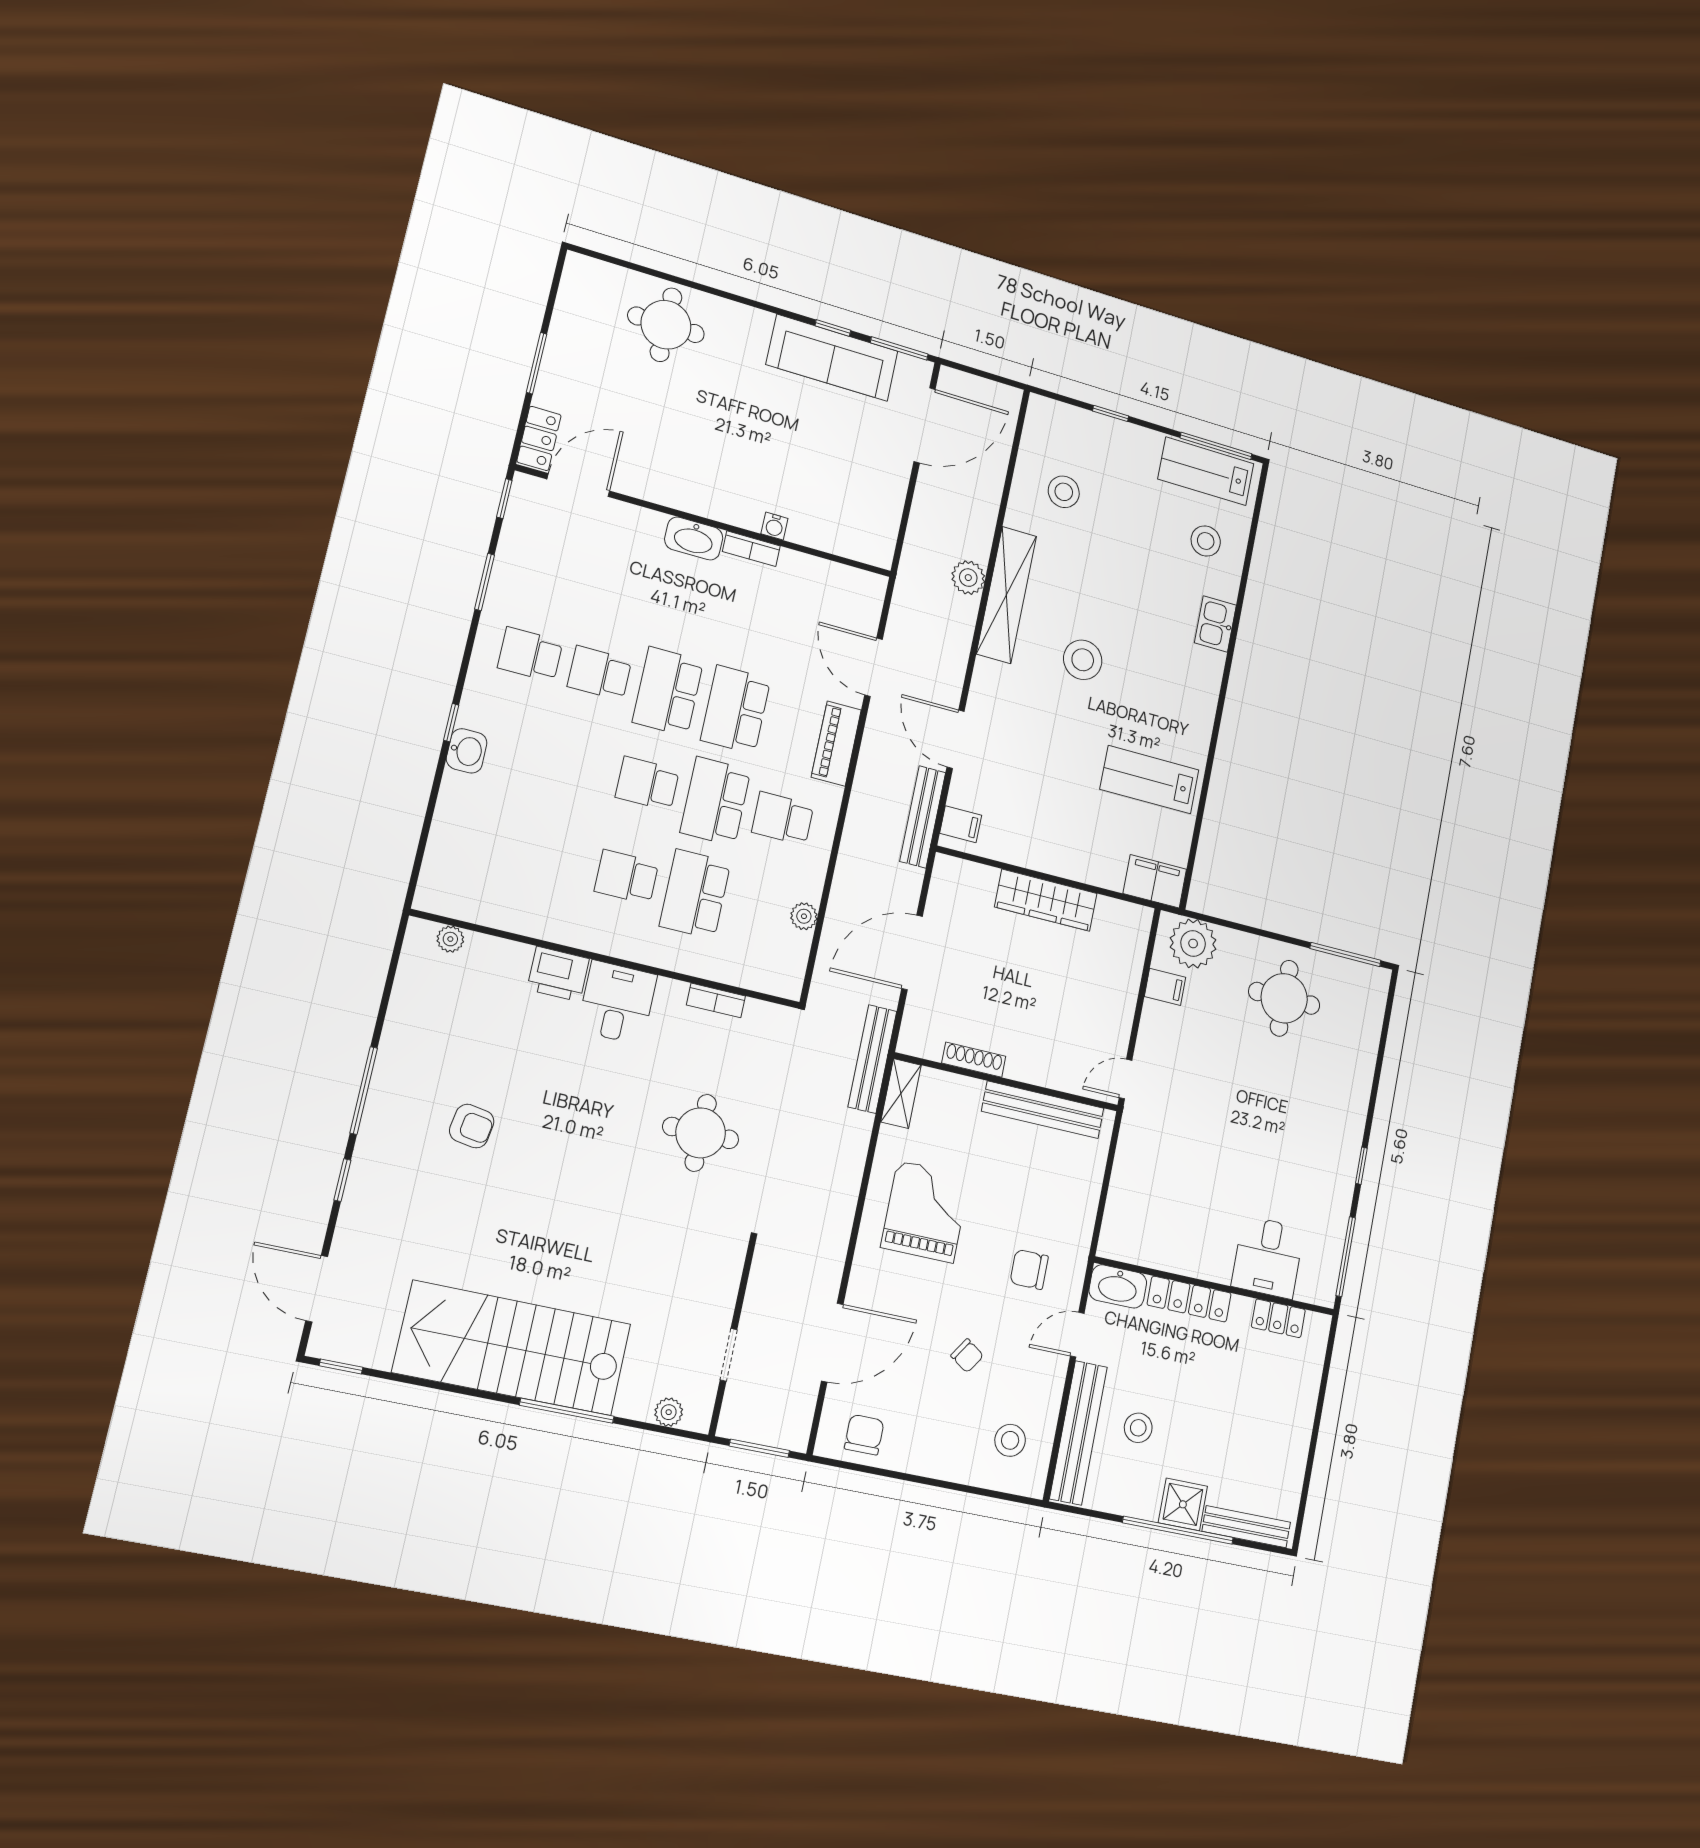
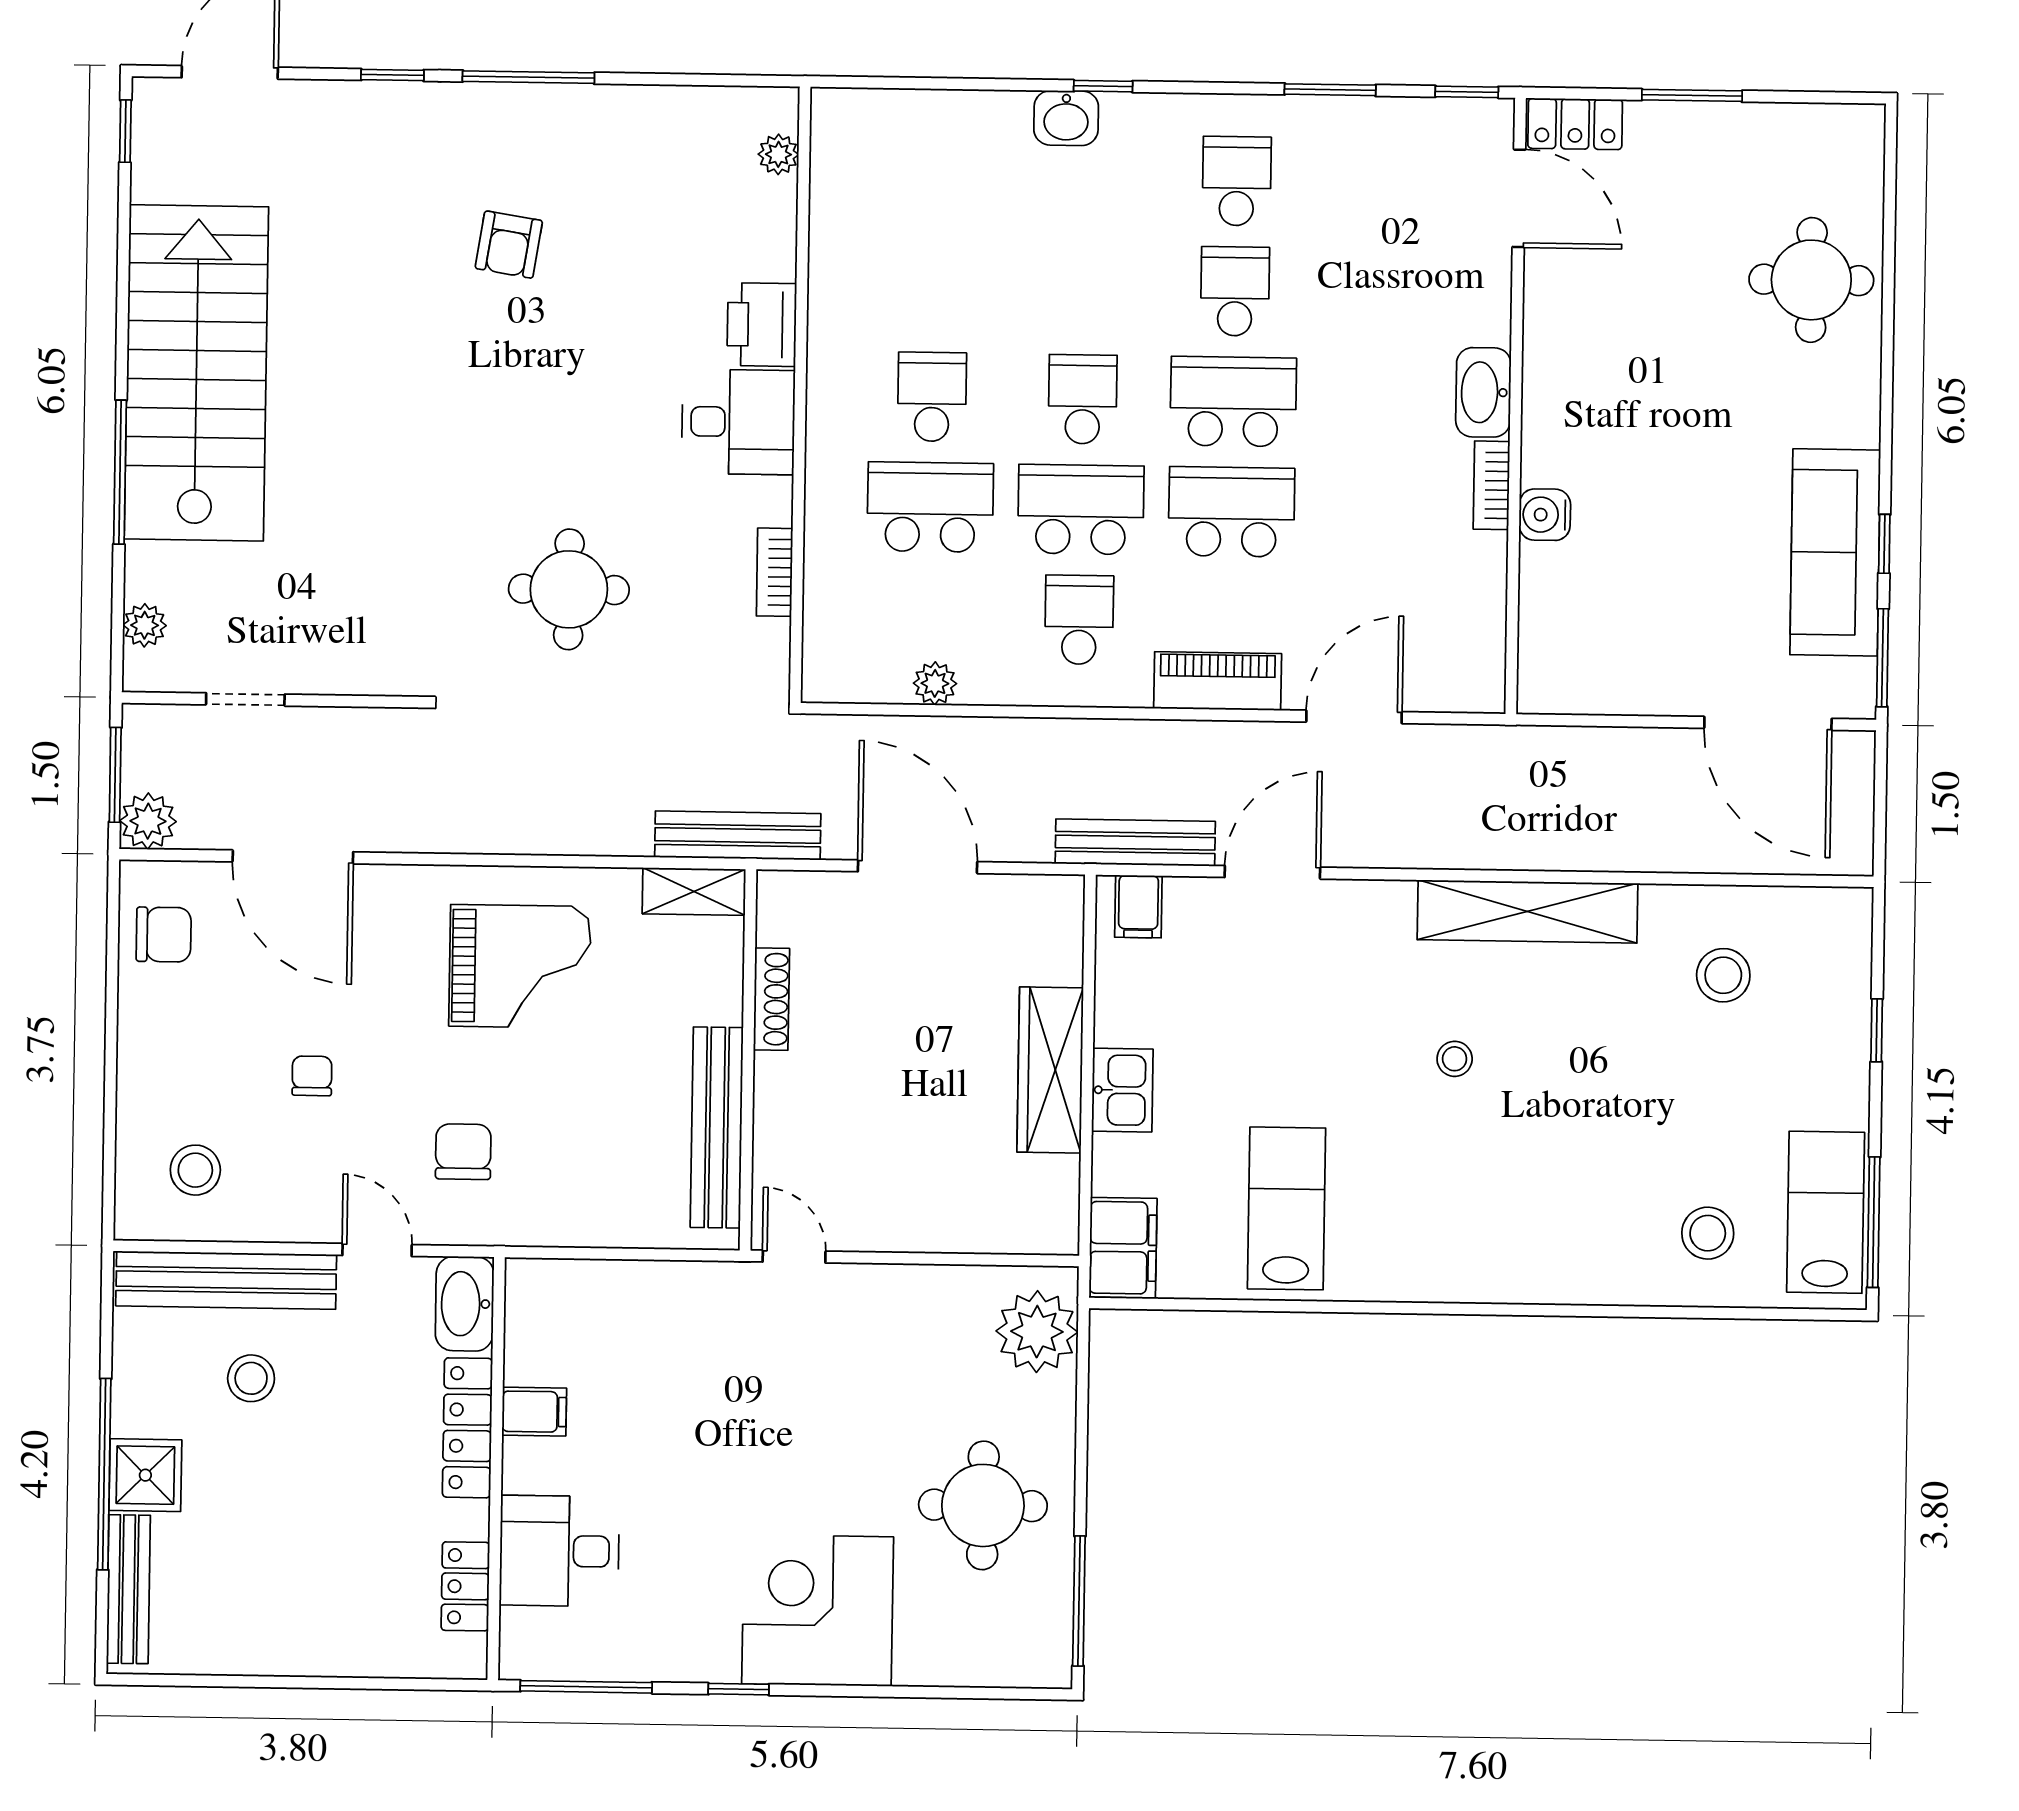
water cooler: (774, 526) -> (1545, 515), width x1.38, depth x1.38
plant: (968, 578) -> (148, 821), moved
kitchen sink: (1215, 624) -> (1122, 1090), moved, turned 90
stool: (1083, 660) -> (1455, 1059), width x0.53, depth x0.53
filing cabinet: (1165, 987) -> (534, 1412), moved, turned -90
corner desk: (1326, 1109) -> (818, 1610), added
chair: (967, 1356) -> (312, 1076), turned 146

